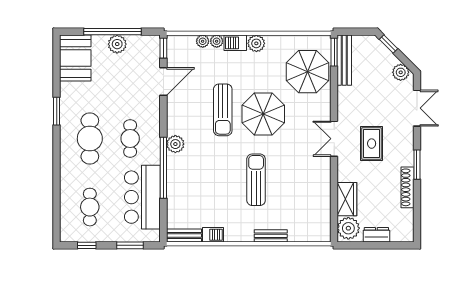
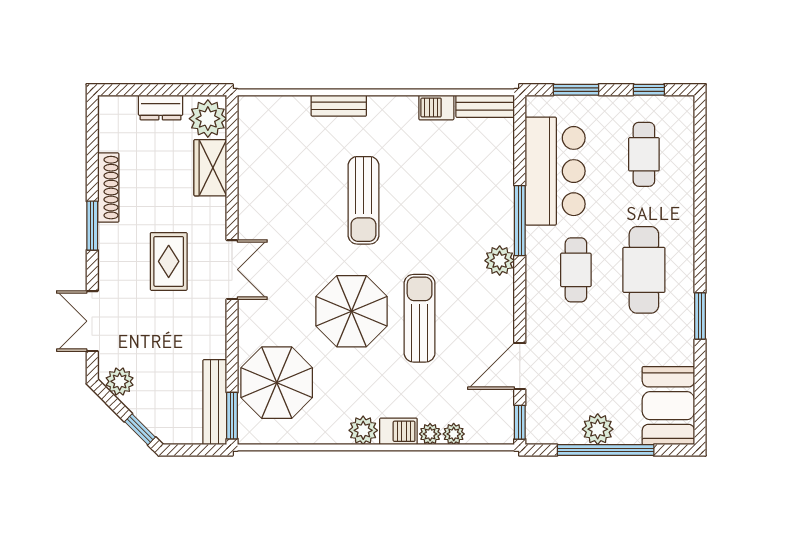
window: (163, 168) -> (520, 221), width x0.68

